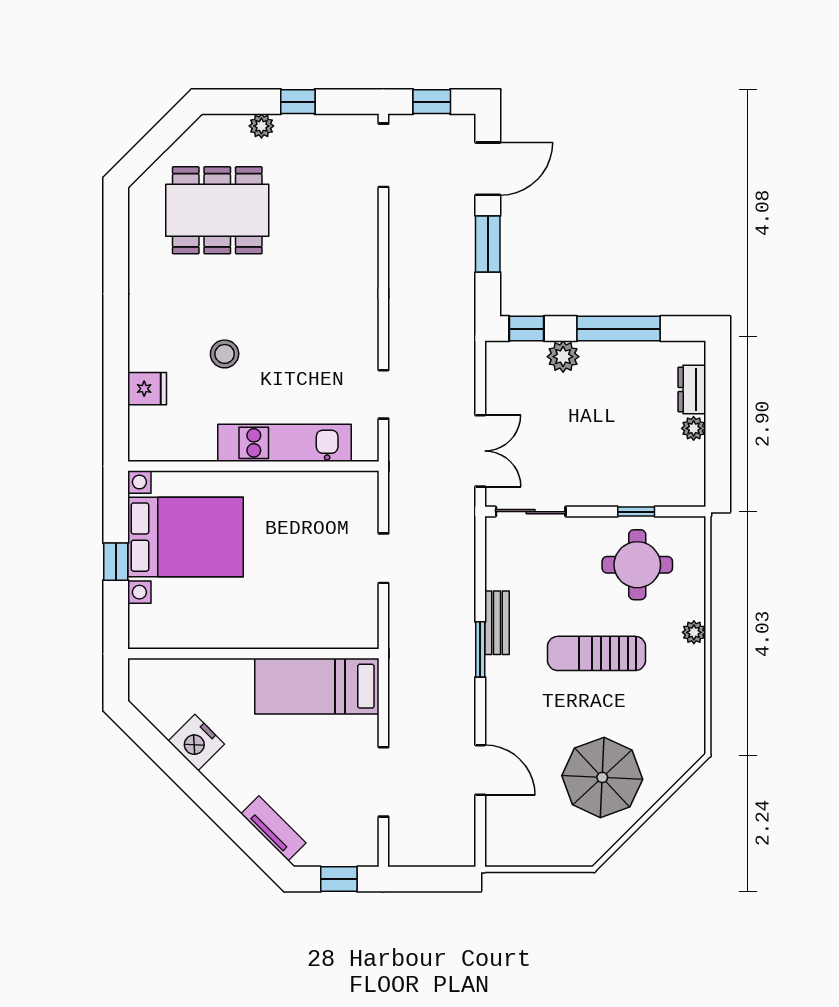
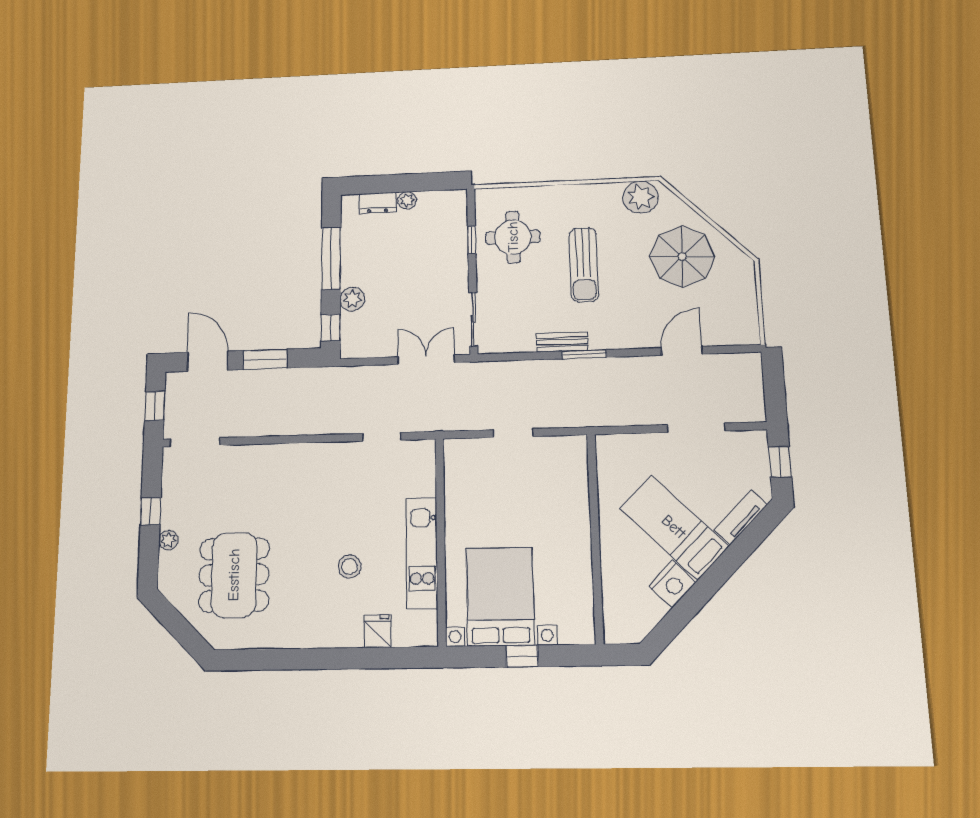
kitchen unit: (284, 443) -> (422, 553), moved
plant: (694, 632) -> (640, 197), moved, width x1.88, depth x1.88
bed: (317, 686) -> (674, 527), moved, turned 135

